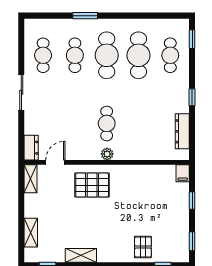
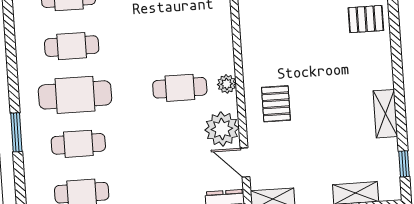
cafe table: (138, 55) -> (72, 46), width x0.73, depth x0.74
plant: (78, 149) -> (222, 129), added
pallet: (92, 185) -> (276, 104), width x0.67, depth x0.71

